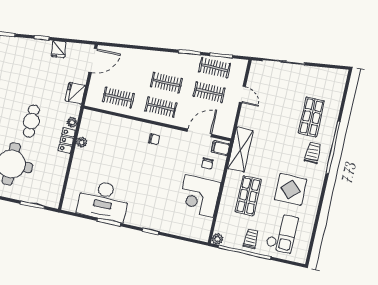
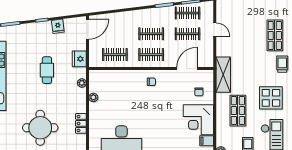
cafe table: (31, 121) -> (47, 70), moved
locker: (67, 140) -> (81, 123), moved
filing cabinet: (220, 148) -> (207, 141), moved

